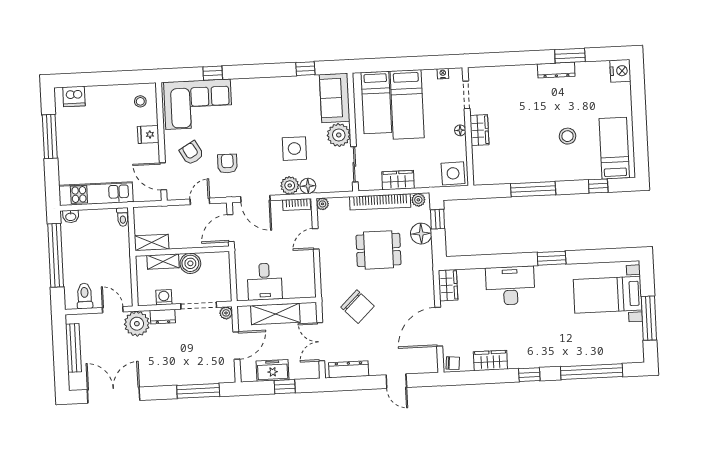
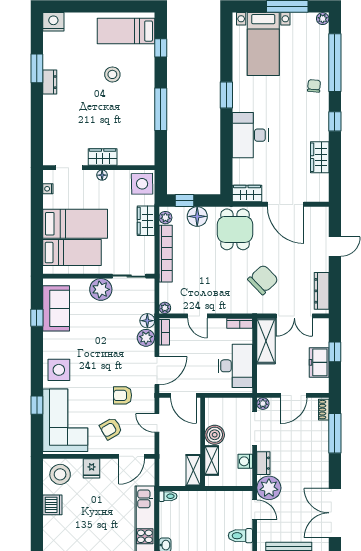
dresser: (556, 70) -> (50, 82), width x0.70
dishwasher: (74, 96) -> (52, 505), moved
sofa: (335, 98) -> (56, 308), moved, turned -90
stool: (140, 101) -> (60, 474), width x1.89, depth x1.89
side table: (294, 149) -> (59, 370), moved
wardrobe: (398, 180) -> (146, 221), moved
dining table: (379, 250) -> (235, 229), moved
desk: (265, 282) -> (235, 366), width x1.37
bookcase: (310, 284) -> (240, 323), added
door: (113, 310) -> (255, 510), swing flipped
shelving: (275, 314) -> (266, 341), moved
door: (236, 345) -> (294, 395), swing flipped
plant: (638, 356) -> (323, 19), added
chair: (453, 363) -> (314, 86), moved
shoe rack: (223, 378) -> (324, 410), added

